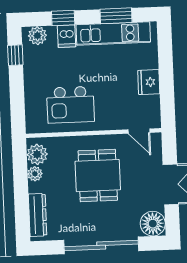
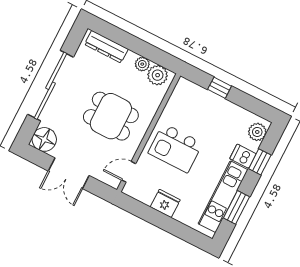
window: (15, 55) -> (220, 88), moved
kitchen island: (71, 105) -> (175, 148), moved, turned -90

